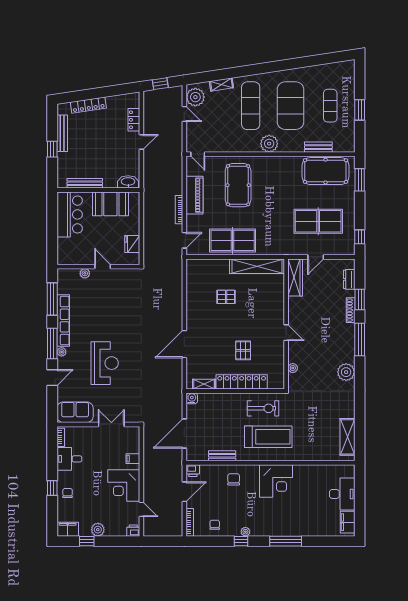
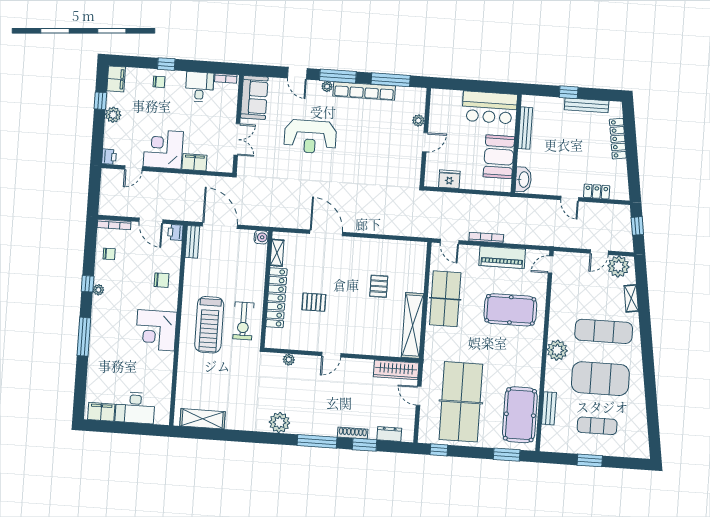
table tennis table: (318, 221) -> (461, 402), width x1.36, depth x1.32
bench: (222, 456) -> (192, 242), moved
filing cabinet: (133, 459) -> (194, 162), width x2.00

